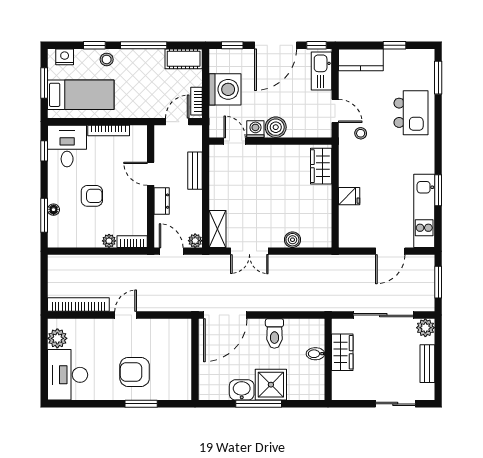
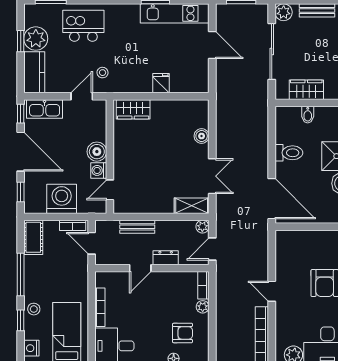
plant: (397, 62) -> (36, 39), added
armchair: (92, 196) -> (183, 333), moved, turned 90

